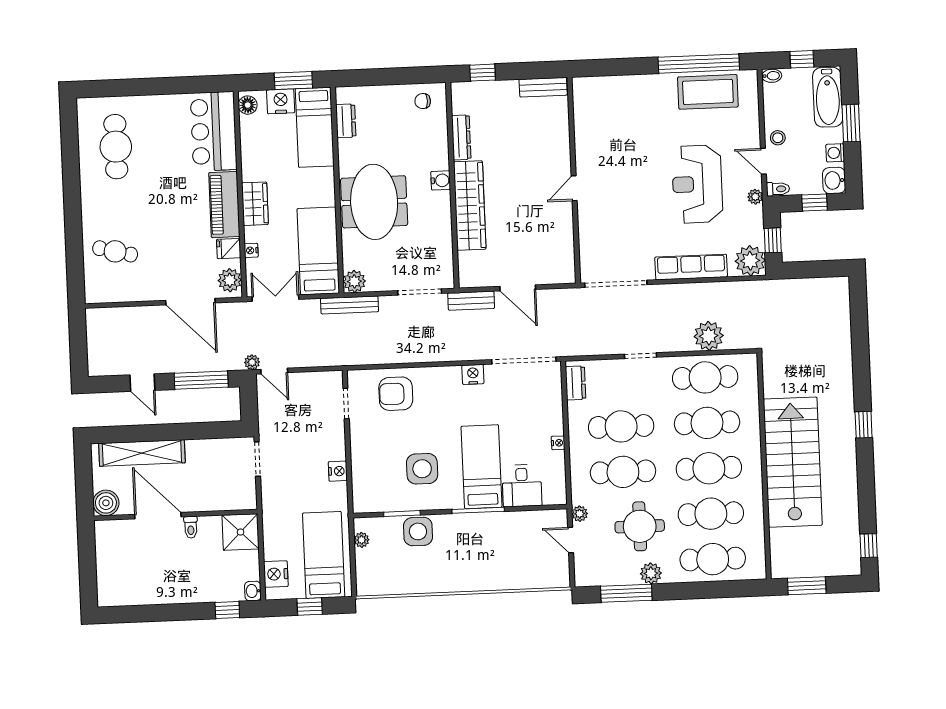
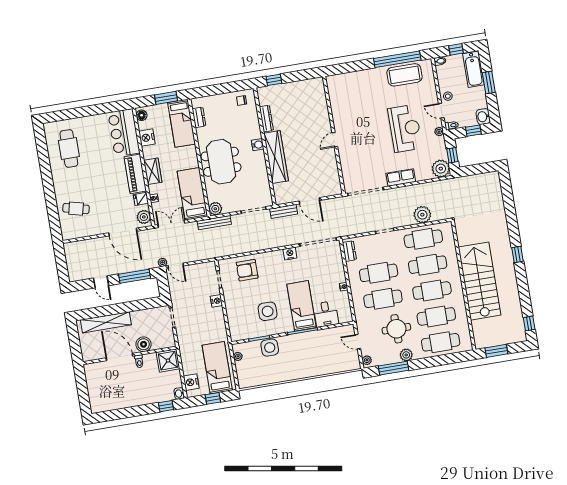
bench: (543, 87) -> (310, 84), removed
nightstand: (281, 101) -> (147, 138), moved, turned -90
washing machine: (835, 153) -> (482, 101), removed
reception desk: (697, 184) -> (405, 128), turned 180
row of seats: (691, 267) -> (401, 178), width x0.68
nightstand: (338, 471) -> (216, 301), moved
boiler: (106, 503) -> (144, 344), moved
plant: (580, 514) -> (367, 360), moved

